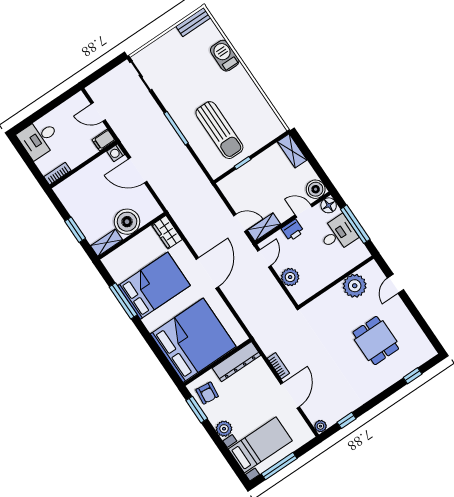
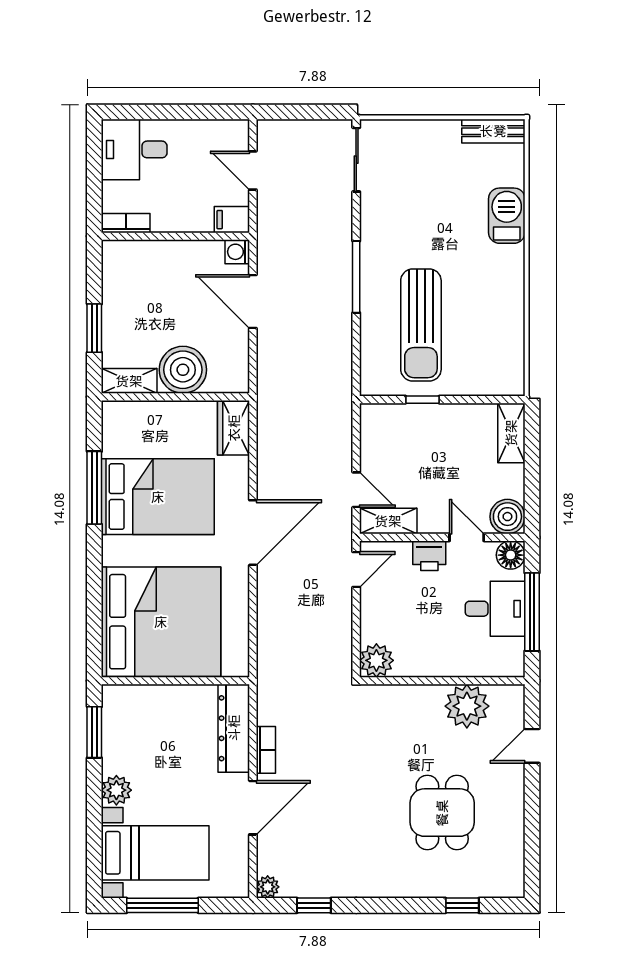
plant: (290, 277) -> (376, 660), moved
dresser: (236, 362) -> (234, 728), moved, turned 90
armchair: (207, 393) -> (127, 718), removed

